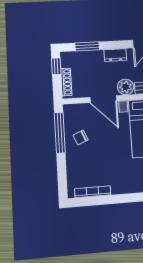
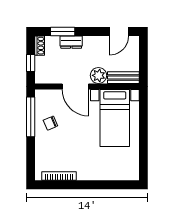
dresser: (115, 55) -> (71, 42), moved
window: (56, 66) -> (31, 63), moved
shoe rack: (66, 82) -> (40, 46), moved, width x0.70

